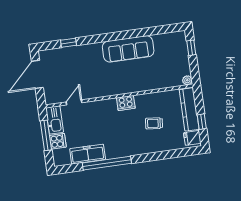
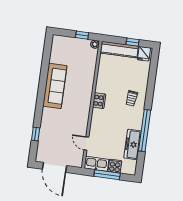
window: (191, 48) -> (82, 35), moved
trolley: (154, 123) -> (132, 98), moved

